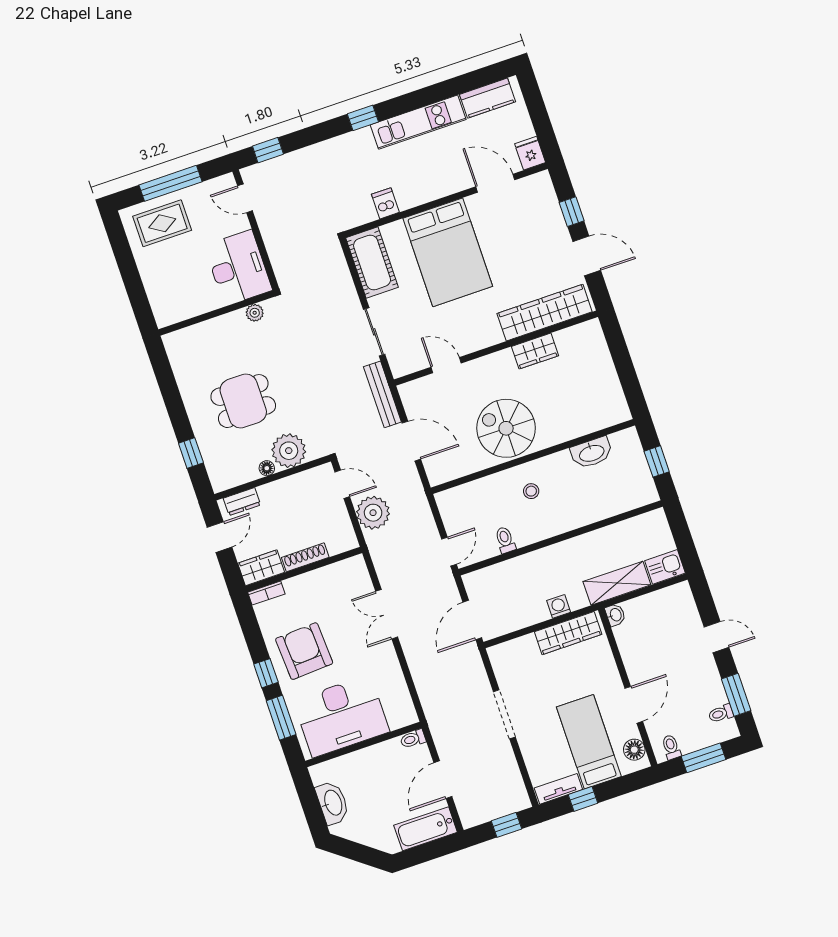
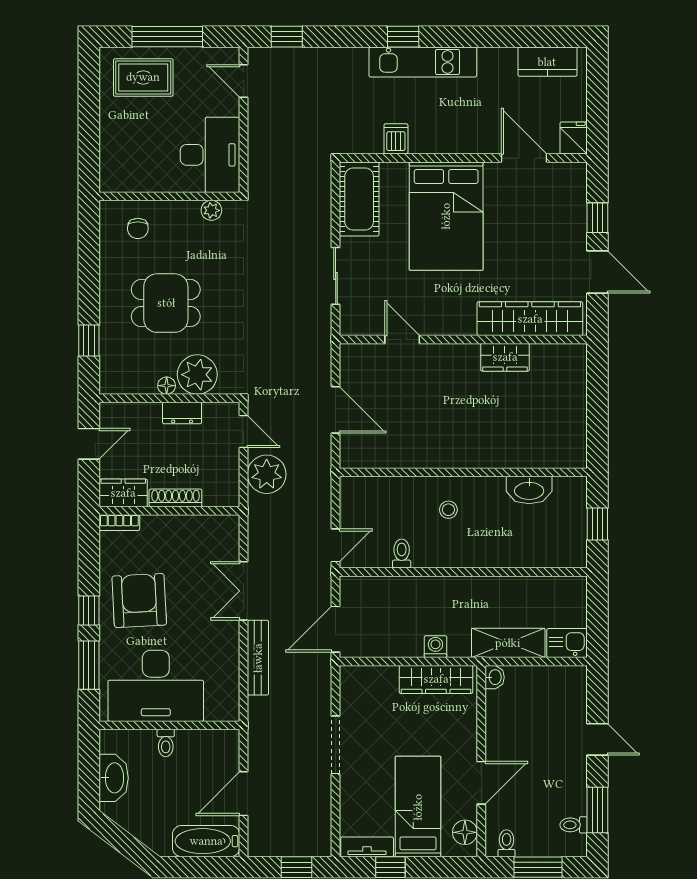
kitchen unit: (418, 122) -> (423, 62), moved
chair: (200, 348) -> (138, 228), added
bench: (382, 394) -> (258, 658), moved
spiral stairs: (506, 428) -> (444, 431), removed
dresser: (242, 502) -> (182, 413), moved
toilet: (413, 739) -> (166, 743), moved, turned -90

